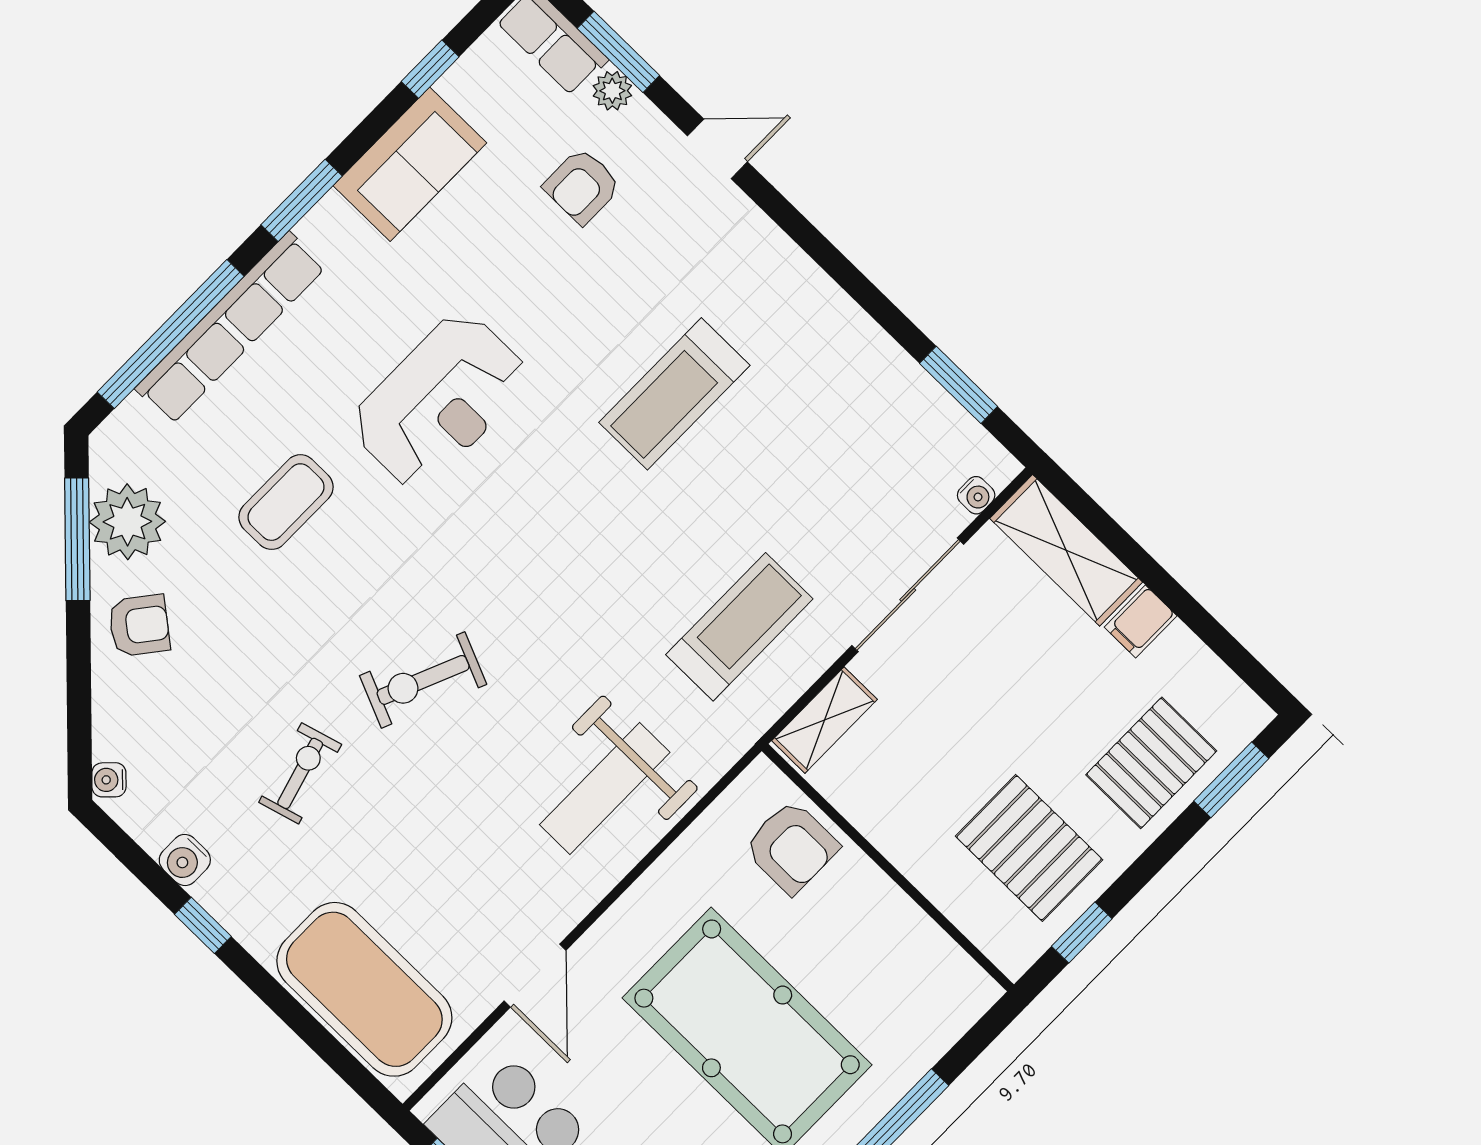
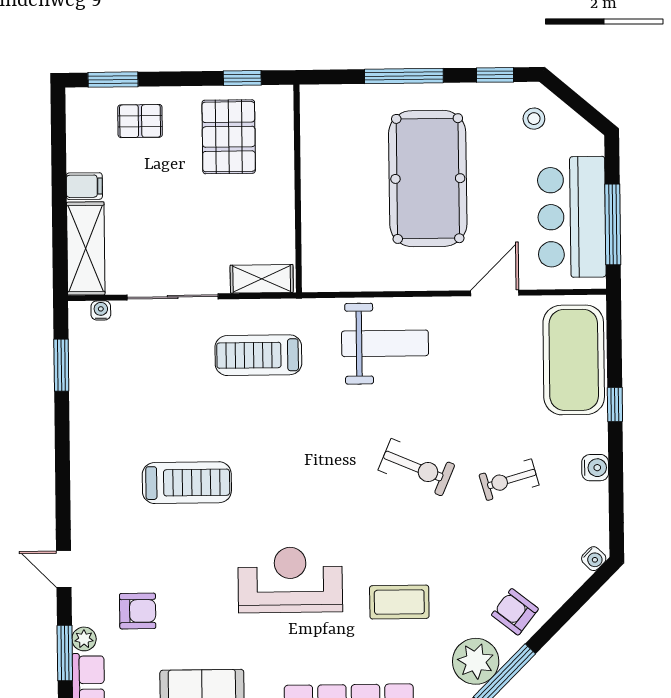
pallet: (1151, 763) -> (140, 121), width x0.67, depth x0.71
armchair: (791, 847) -> (330, 239), removed
water cooler: (185, 860) -> (595, 468), moved
window: (203, 925) -> (615, 404), moved

